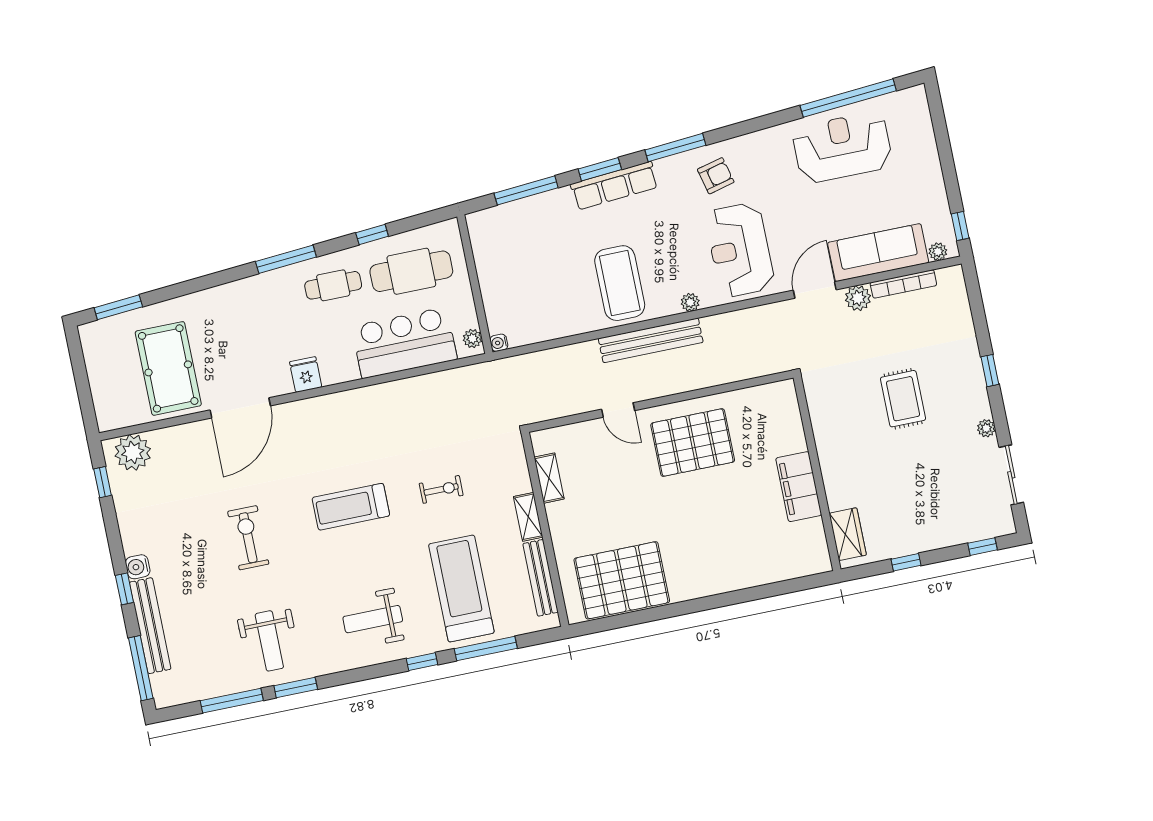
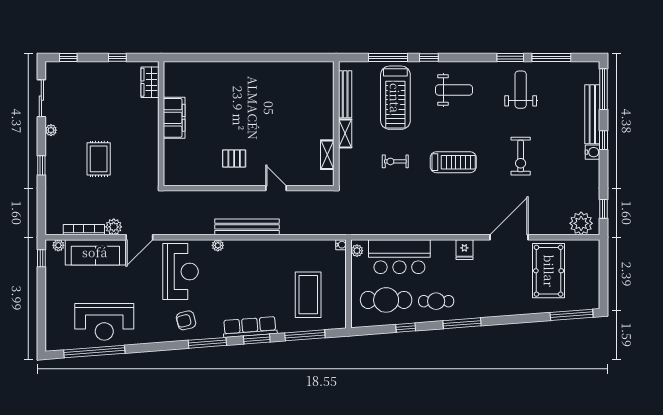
coffee table: (620, 283) -> (308, 295), moved
window: (118, 307) -> (572, 315), width x1.44
pallet: (693, 443) -> (234, 158), width x0.49, depth x0.50
pallet: (622, 580) -> (295, 82), removed

